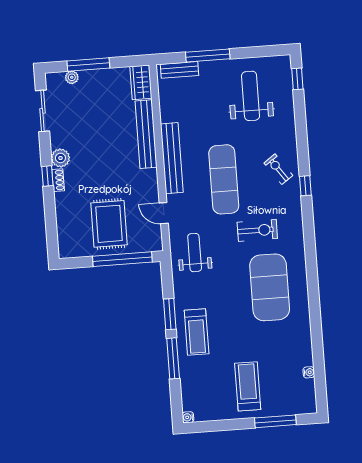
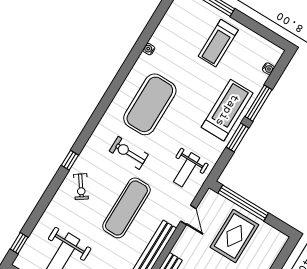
treadmill: (197, 332) -> (227, 110), width x1.37, depth x1.38
water cooler: (309, 372) -> (149, 49), moved
water cooler: (188, 417) -> (268, 69), moved

